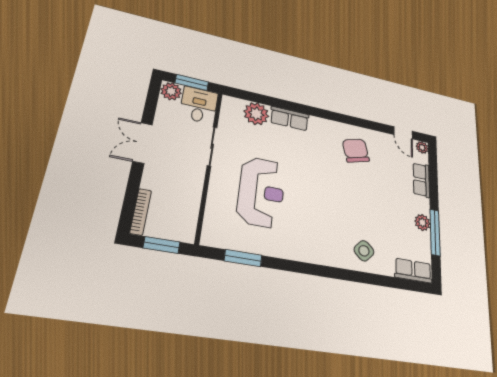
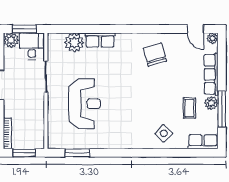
row of seats: (421, 180) -> (211, 74), width x1.48
coffee table: (396, 224) -> (189, 108), added

